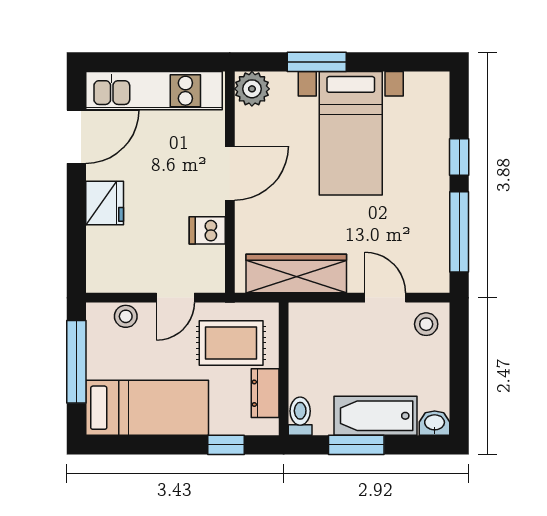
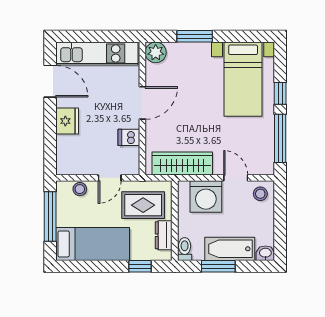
bed with nightstands: (351, 133) -> (243, 79), moved
door: (76, 137) -> (50, 81), hinge flipped
washing machine: (336, 329) -> (206, 197), added

